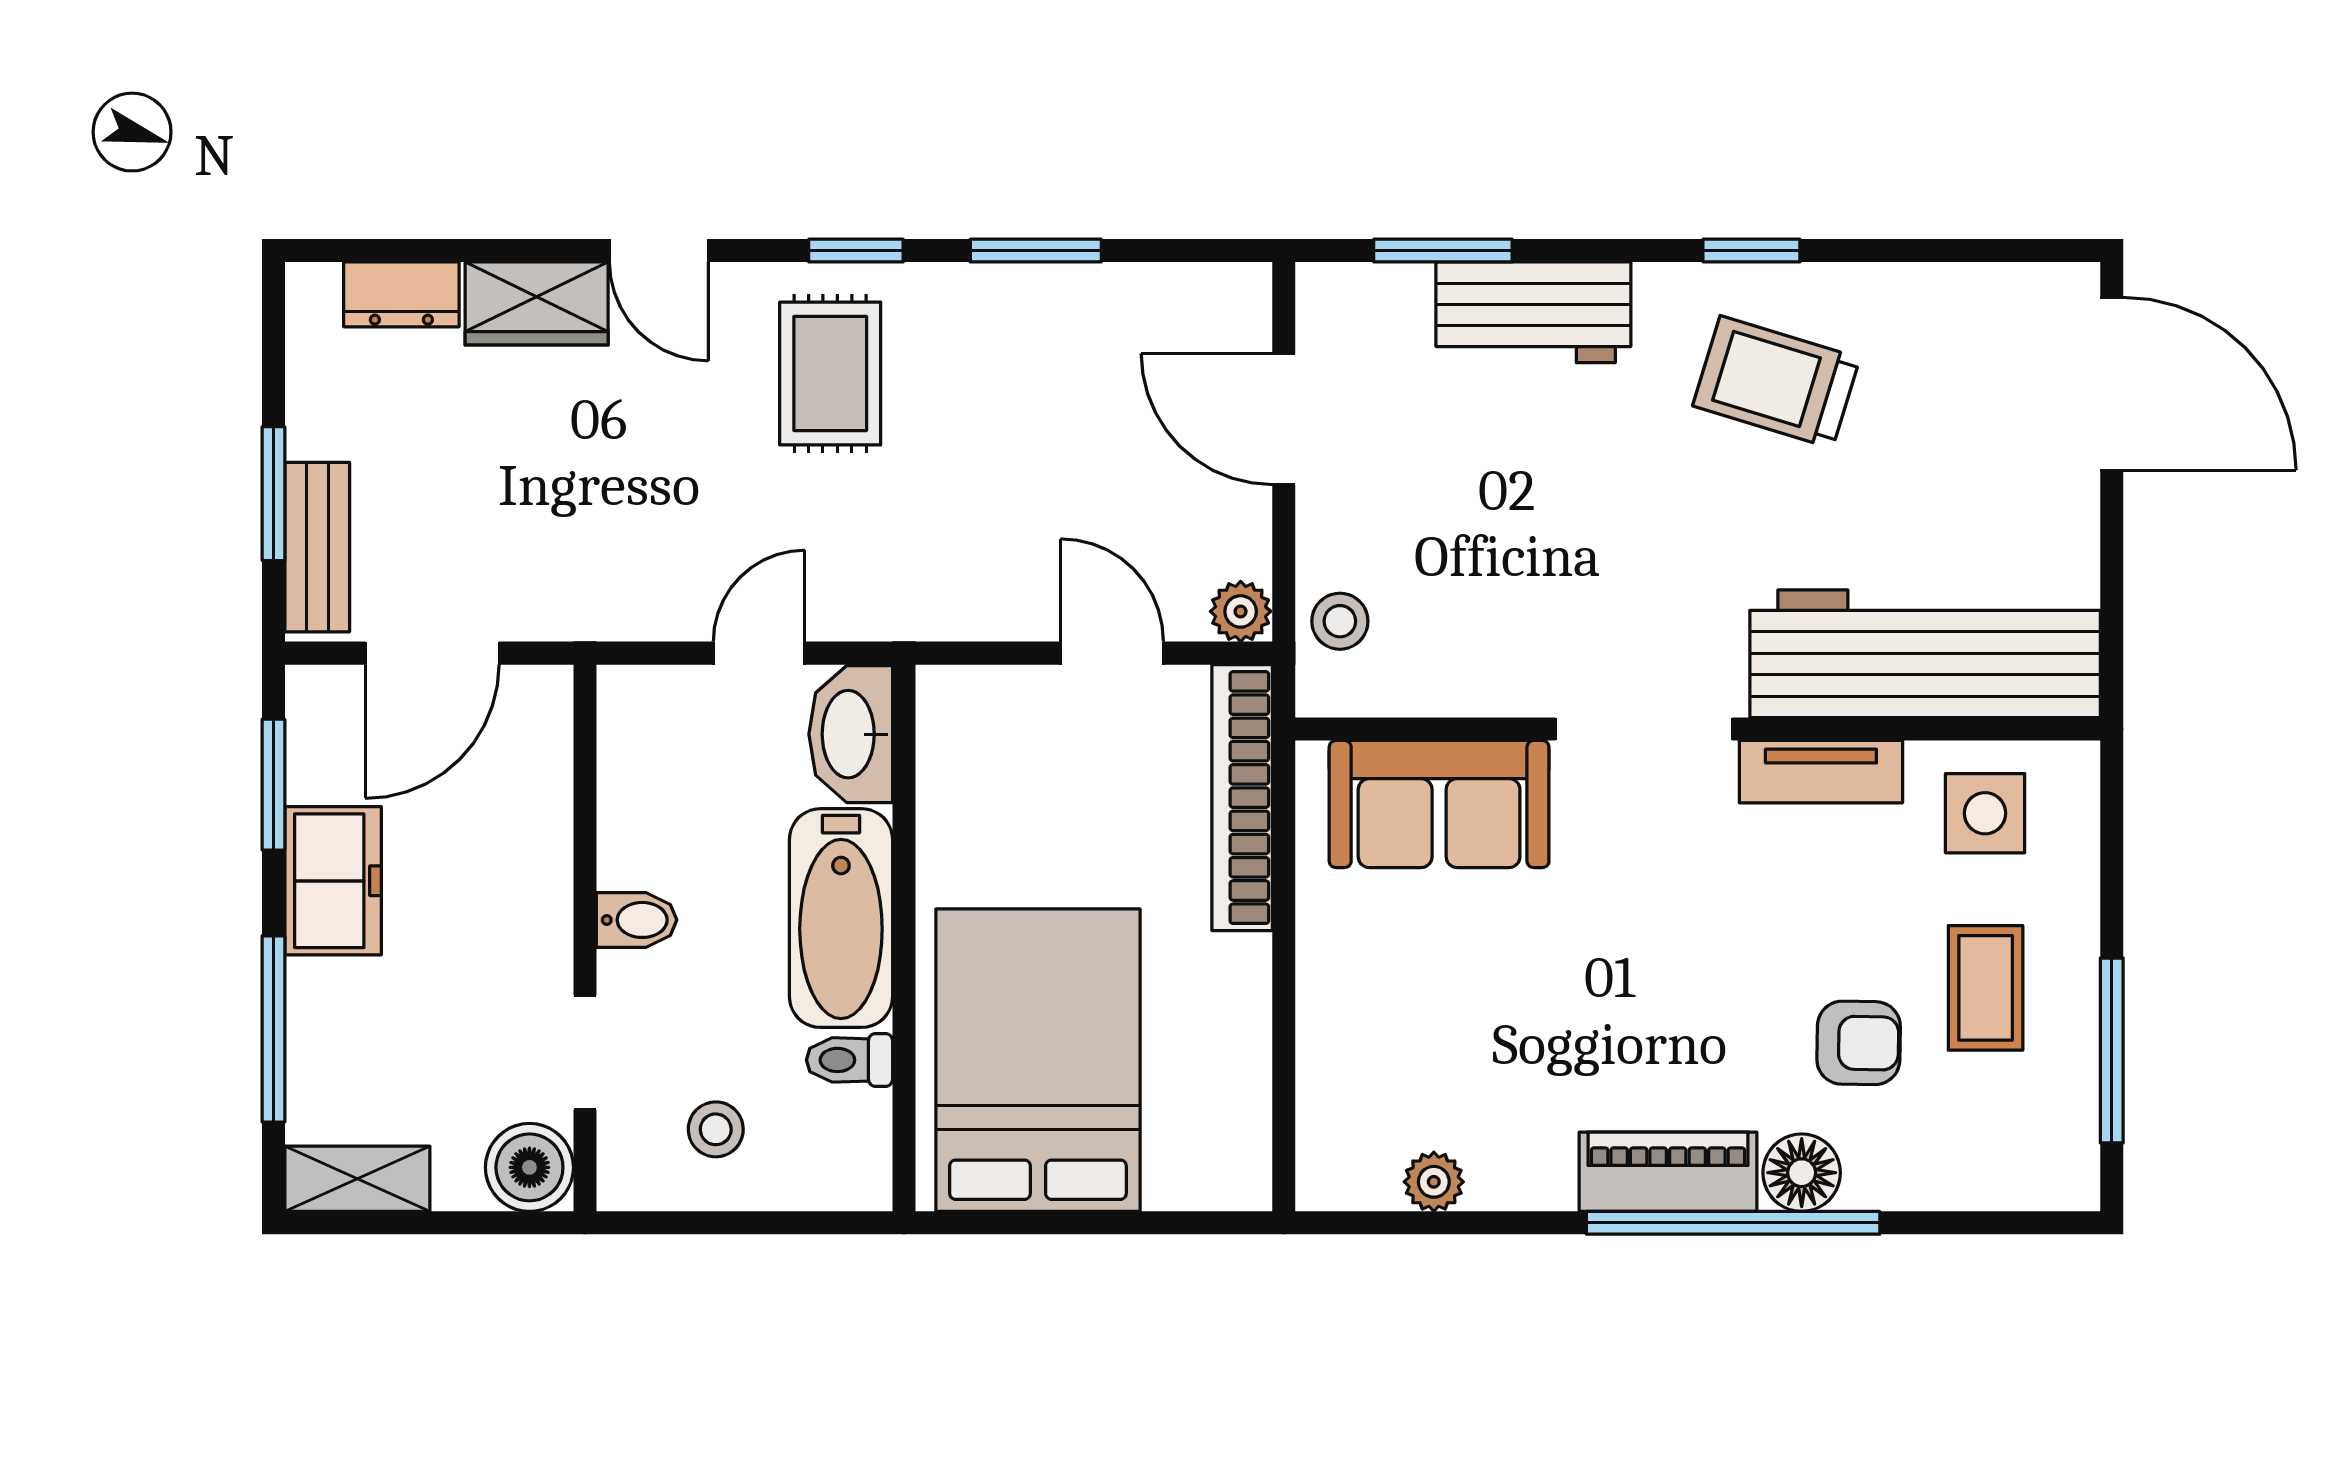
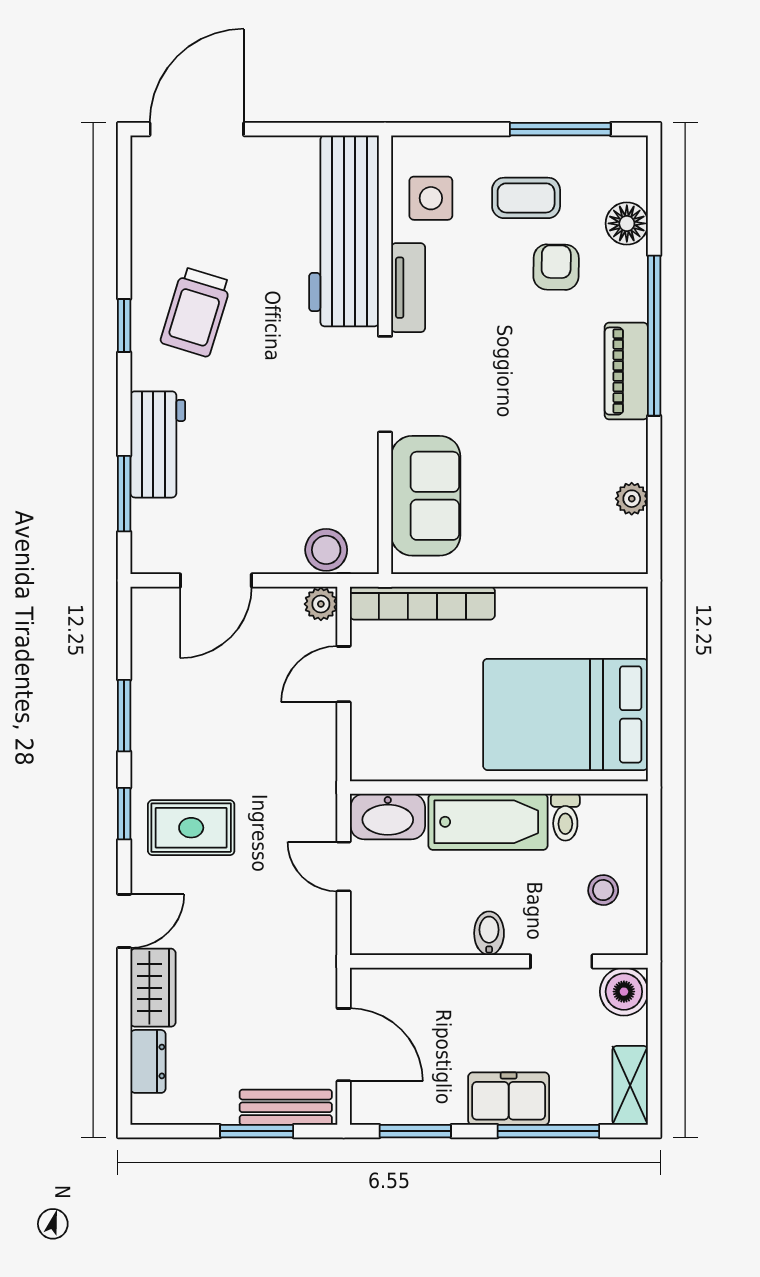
stool: (1340, 621) -> (326, 550), width x1.37, depth x1.37
freezer: (333, 881) -> (509, 1099), moved
floor lamp: (1802, 1173) -> (627, 223), moved

